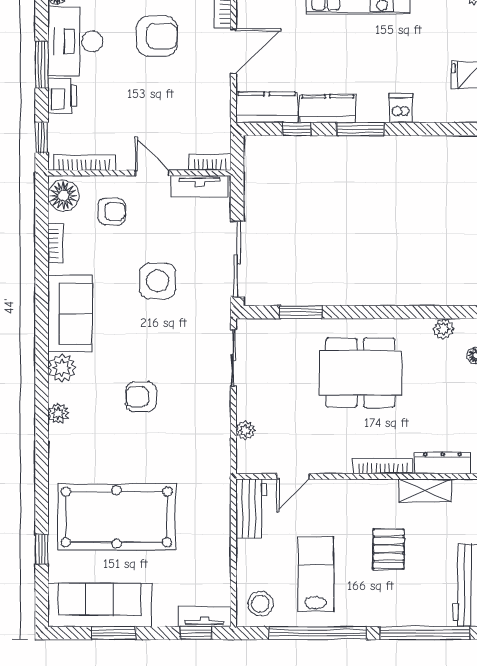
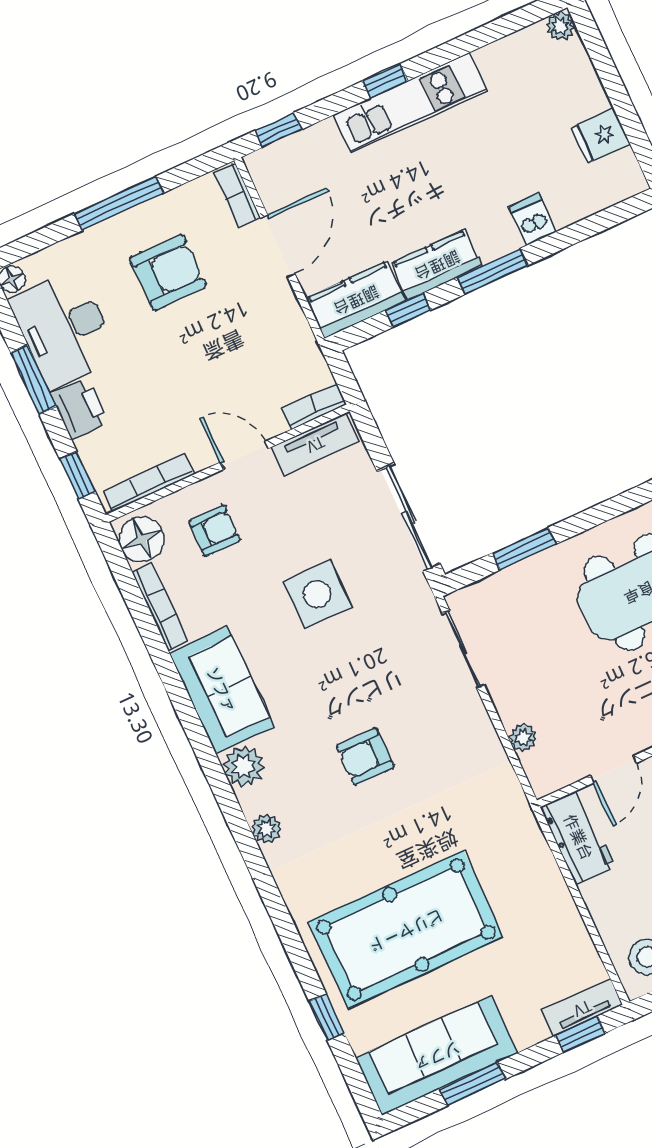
bookcase: (56, 243) -> (160, 606), width x1.56

